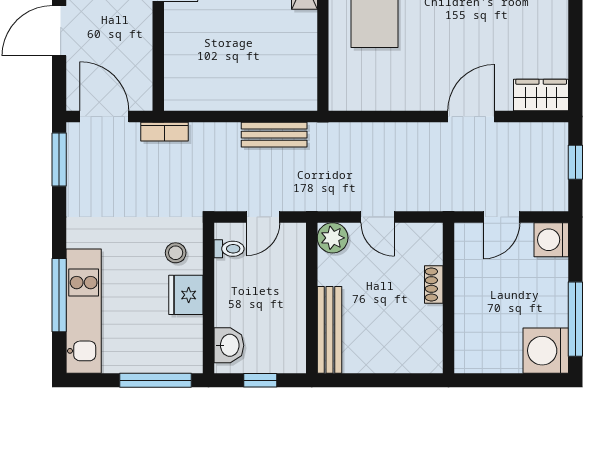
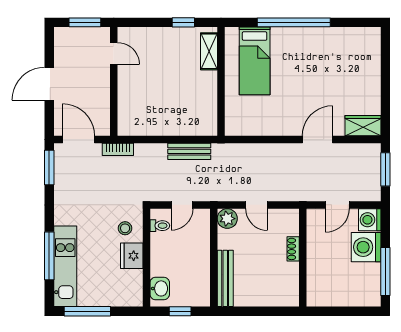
window: (575, 162) -> (385, 169), width x1.50
washing machine: (546, 351) -> (366, 247), moved
window: (155, 380) -> (87, 311), moved

